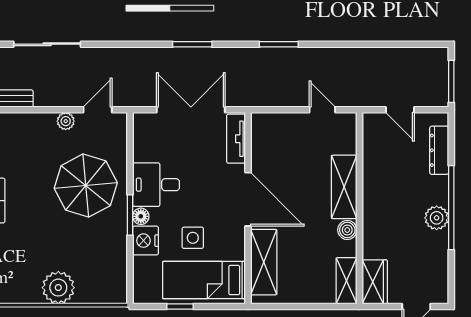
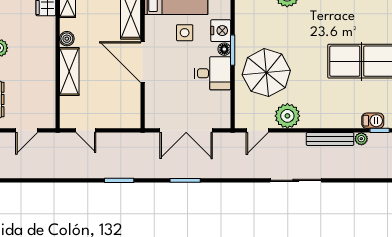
door: (400, 110) -> (27, 130), swing flipped
plant: (66, 121) -> (287, 116), width x1.88, depth x1.88
tv unit: (236, 139) -> (152, 108), removed

